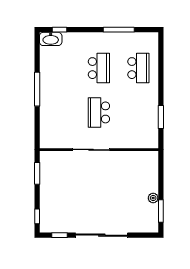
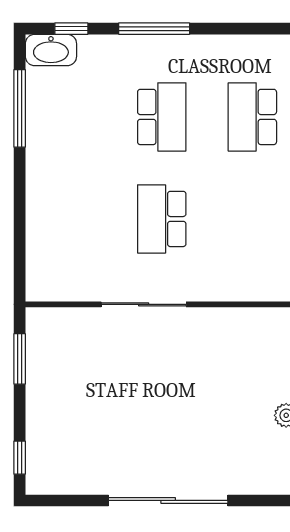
window: (119, 30) -> (154, 29), moved
school desk: (138, 68) -> (252, 117), turned 180
window: (37, 89) -> (20, 108), moved
window: (60, 235) -> (71, 500), removed

